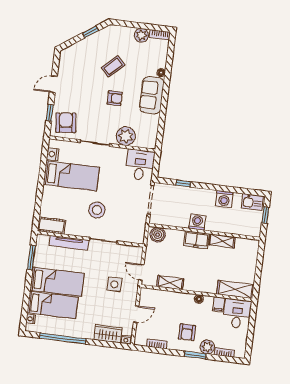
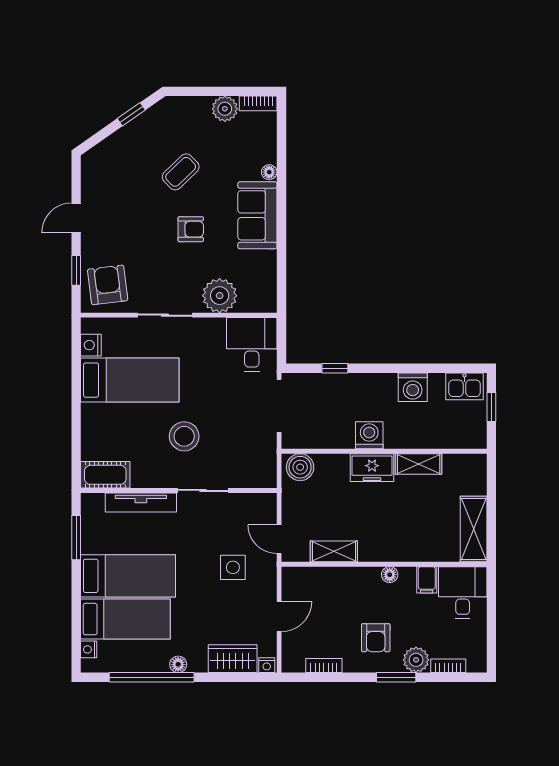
shelving: (235, 289) -> (474, 529), moved, turned 90
floor lamp: (78, 333) -> (178, 664), added

